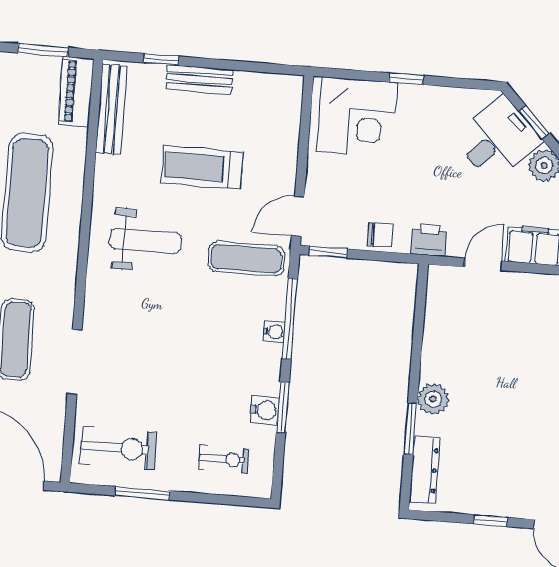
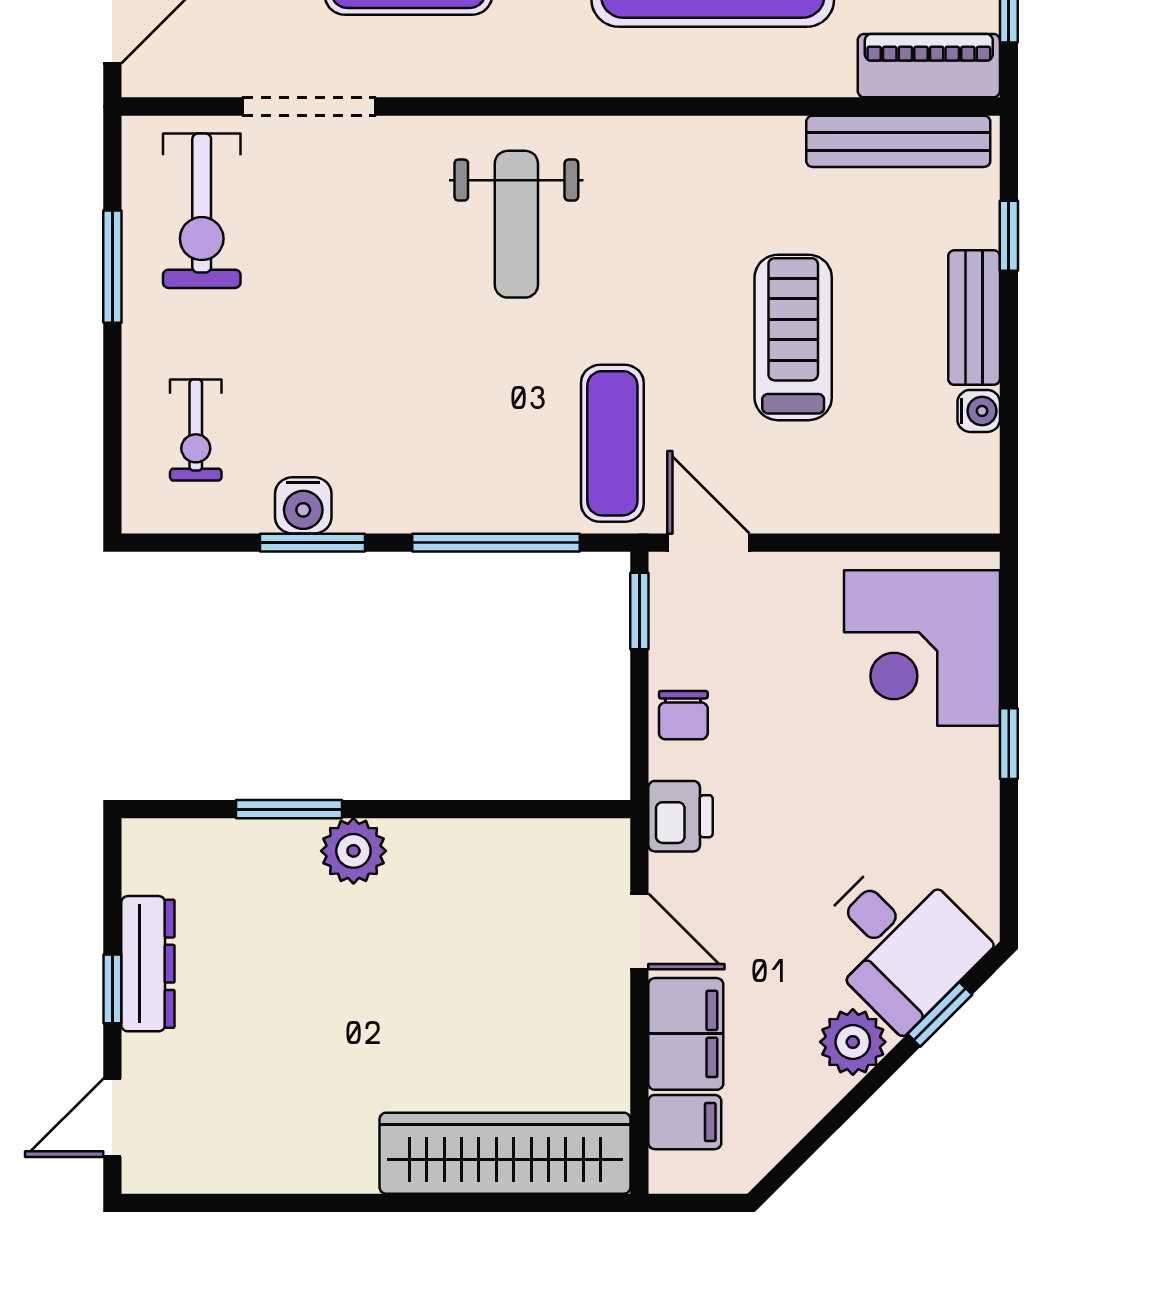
weight bench: (145, 241) -> (516, 224), moved
water cooler: (274, 332) -> (979, 411), moved, turned -90
doorway: (75, 362) -> (309, 106), moved
dresser: (425, 470) -> (148, 964), moved, turned -90

